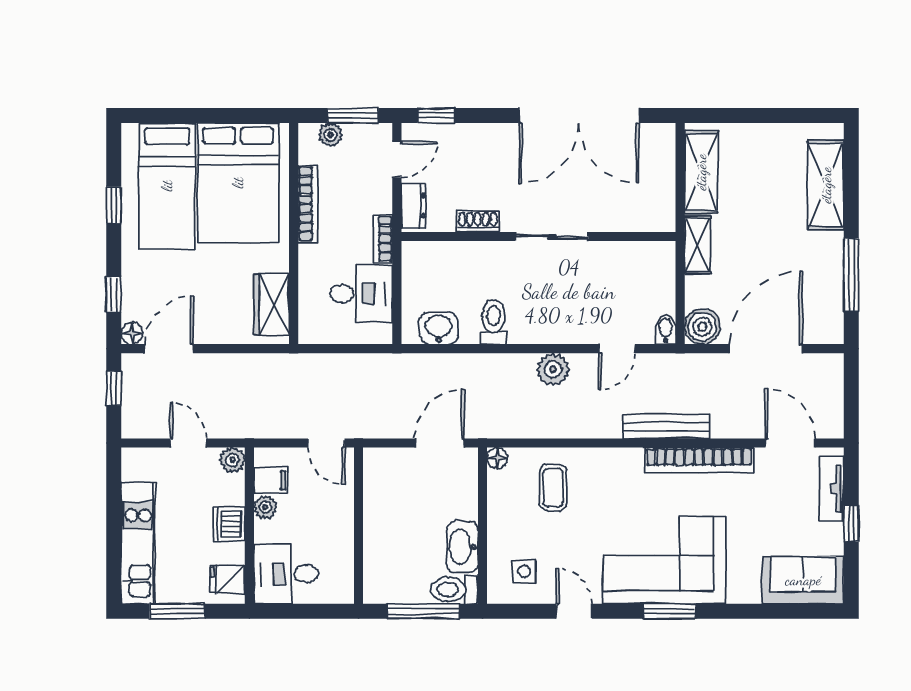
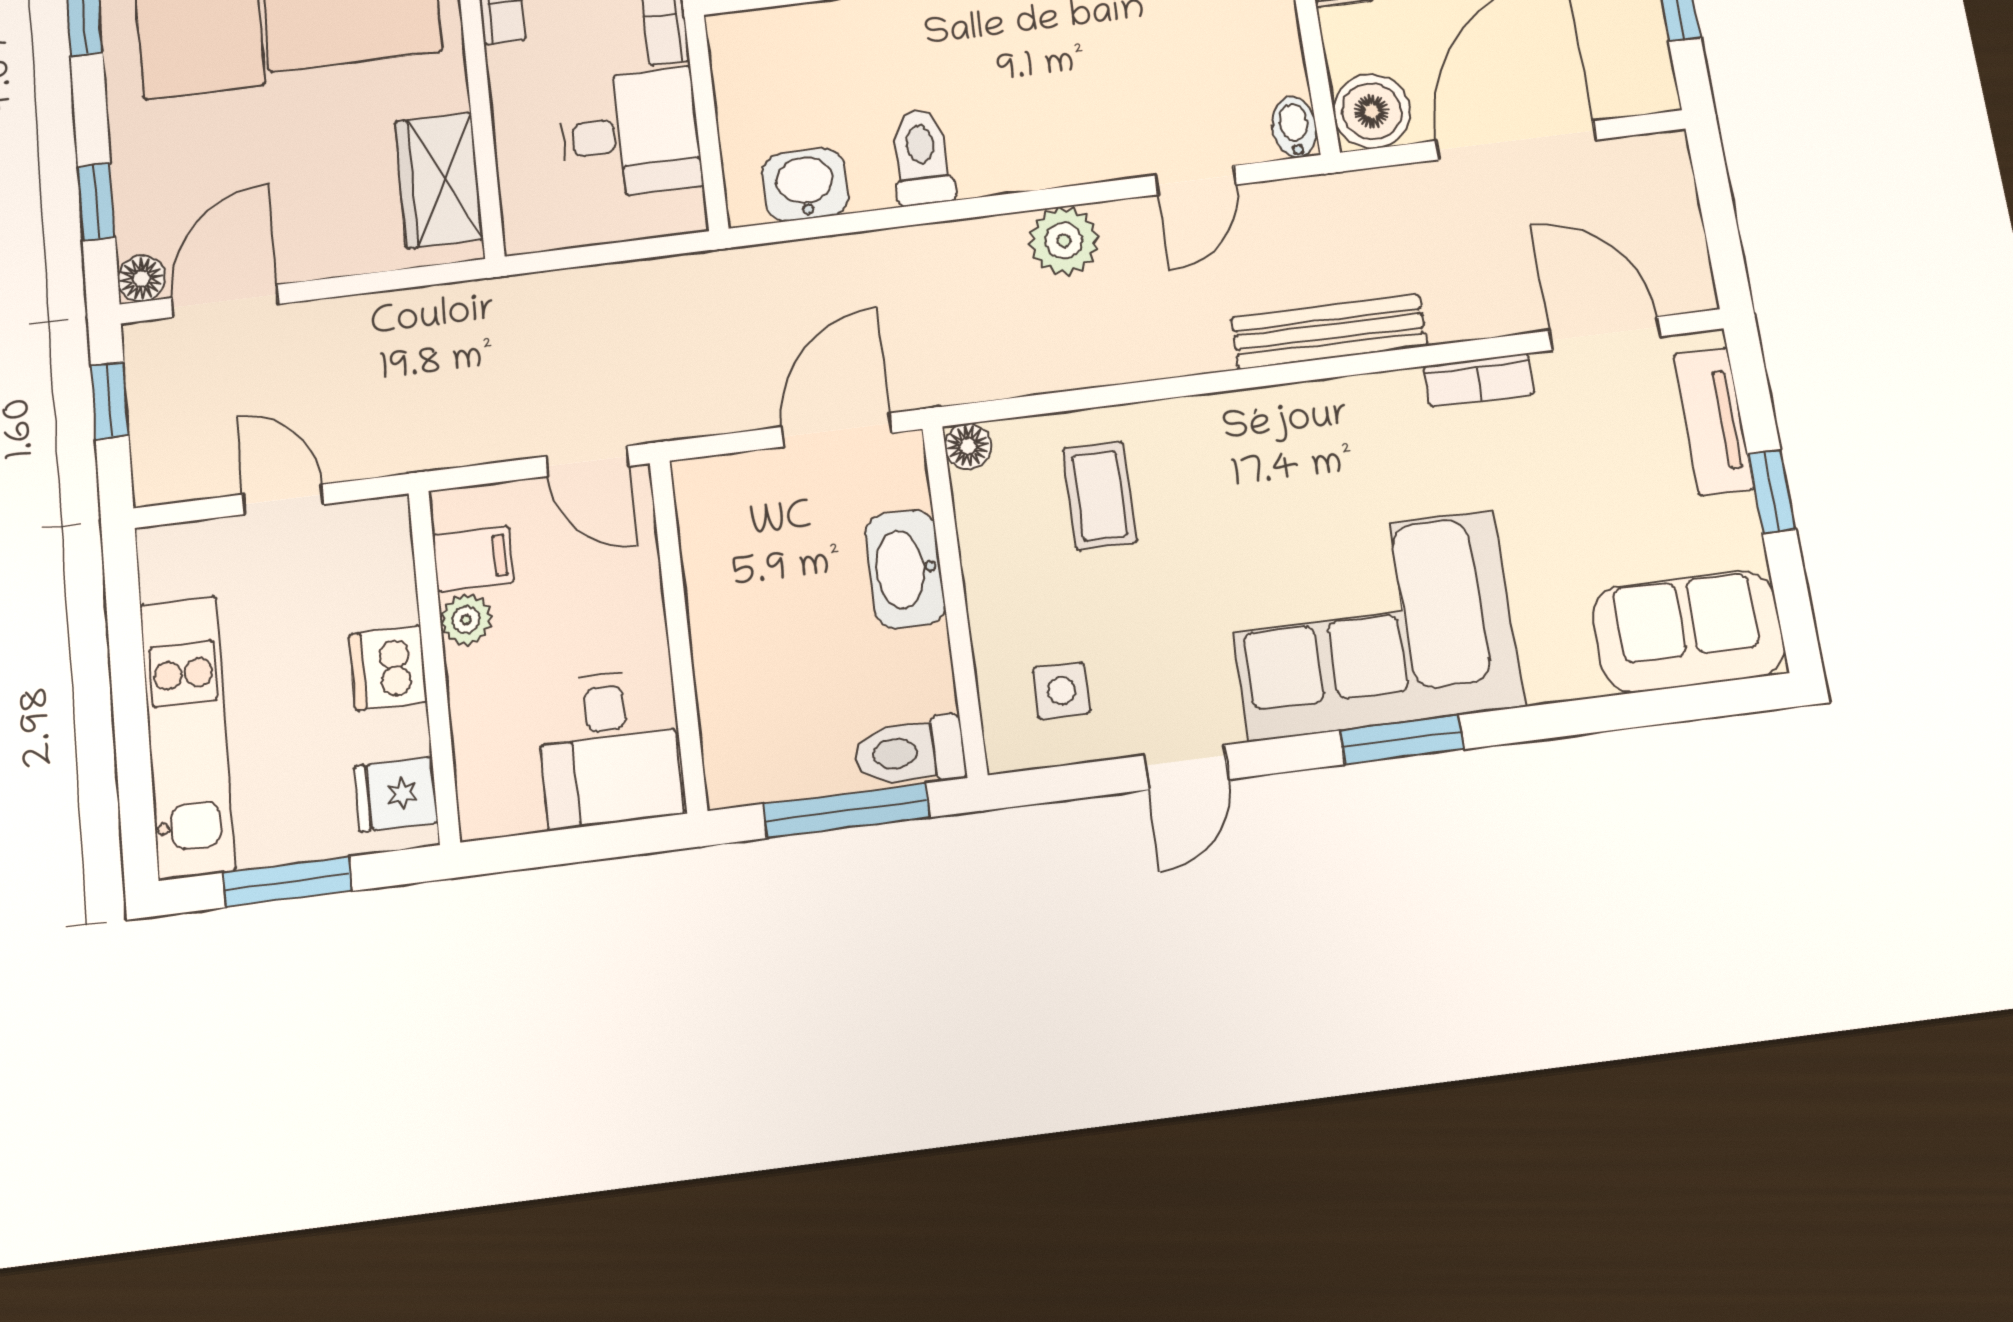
plant: (232, 460) -> (384, 524), removed
bookcase: (699, 460) -> (1479, 380), width x0.43, depth x0.76
washbasin: (462, 547) -> (905, 569), moved
desk: (286, 574) -> (609, 749), moved, turned -90
door: (574, 611) -> (1186, 767), swing flipped

